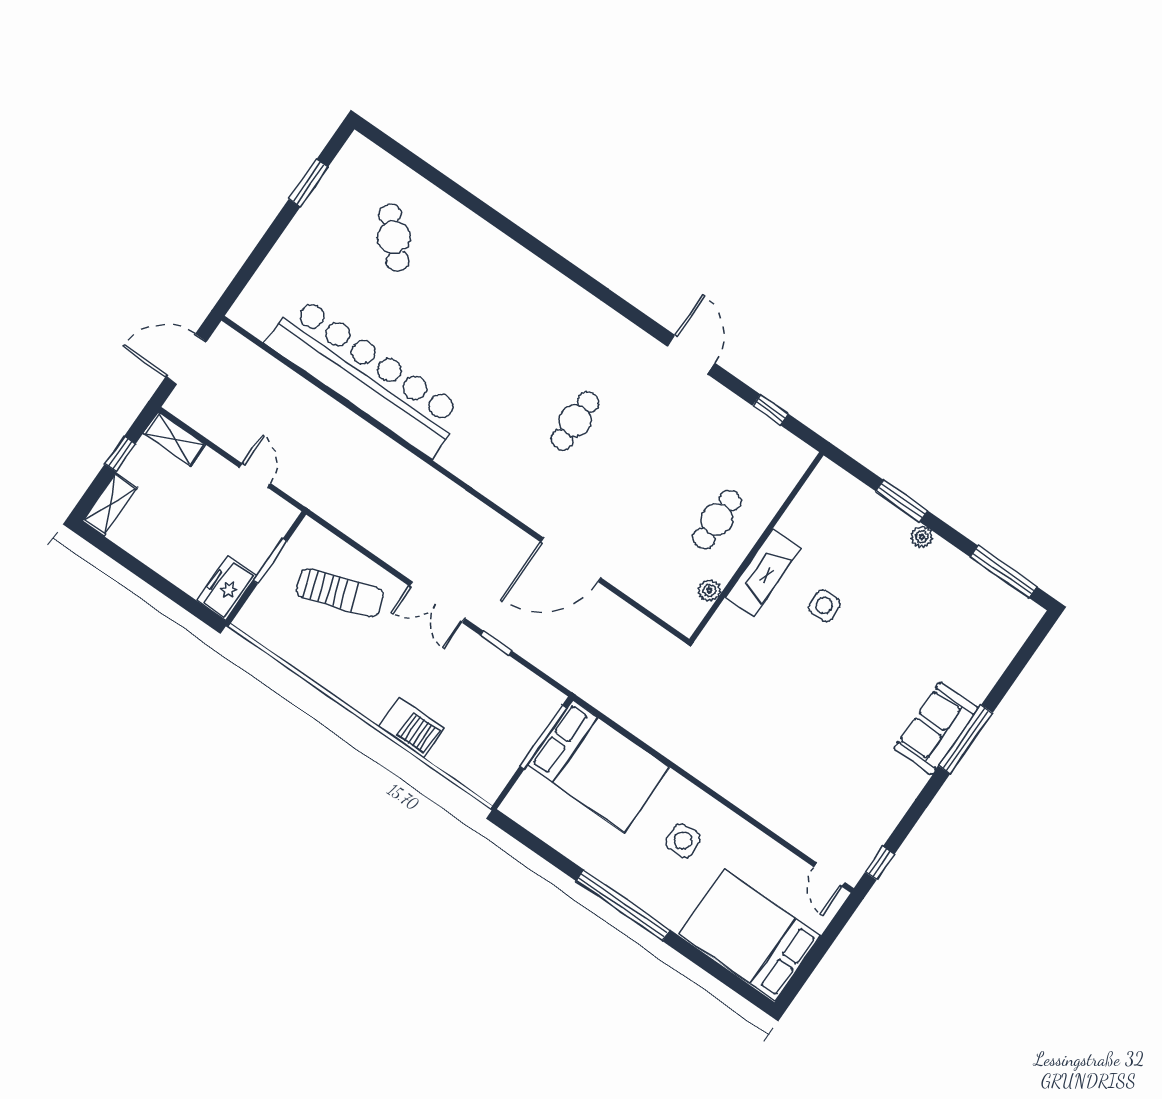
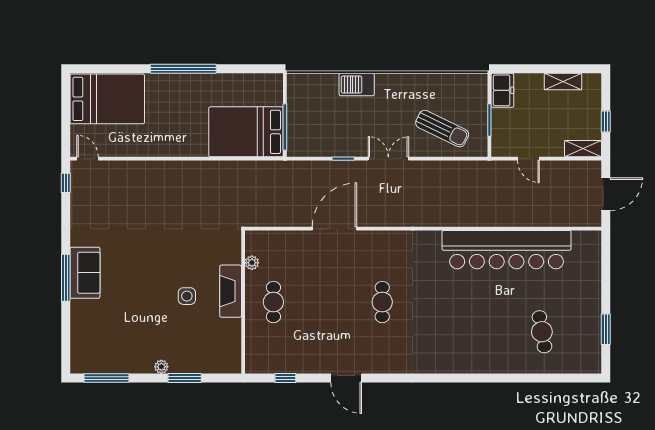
cafe table: (394, 238) -> (542, 332), turned 34
shelving: (110, 504) -> (563, 81), moved, turned 90
sun lounger: (340, 593) -> (442, 129), turned -135
side table: (683, 840) -> (176, 124), removed

